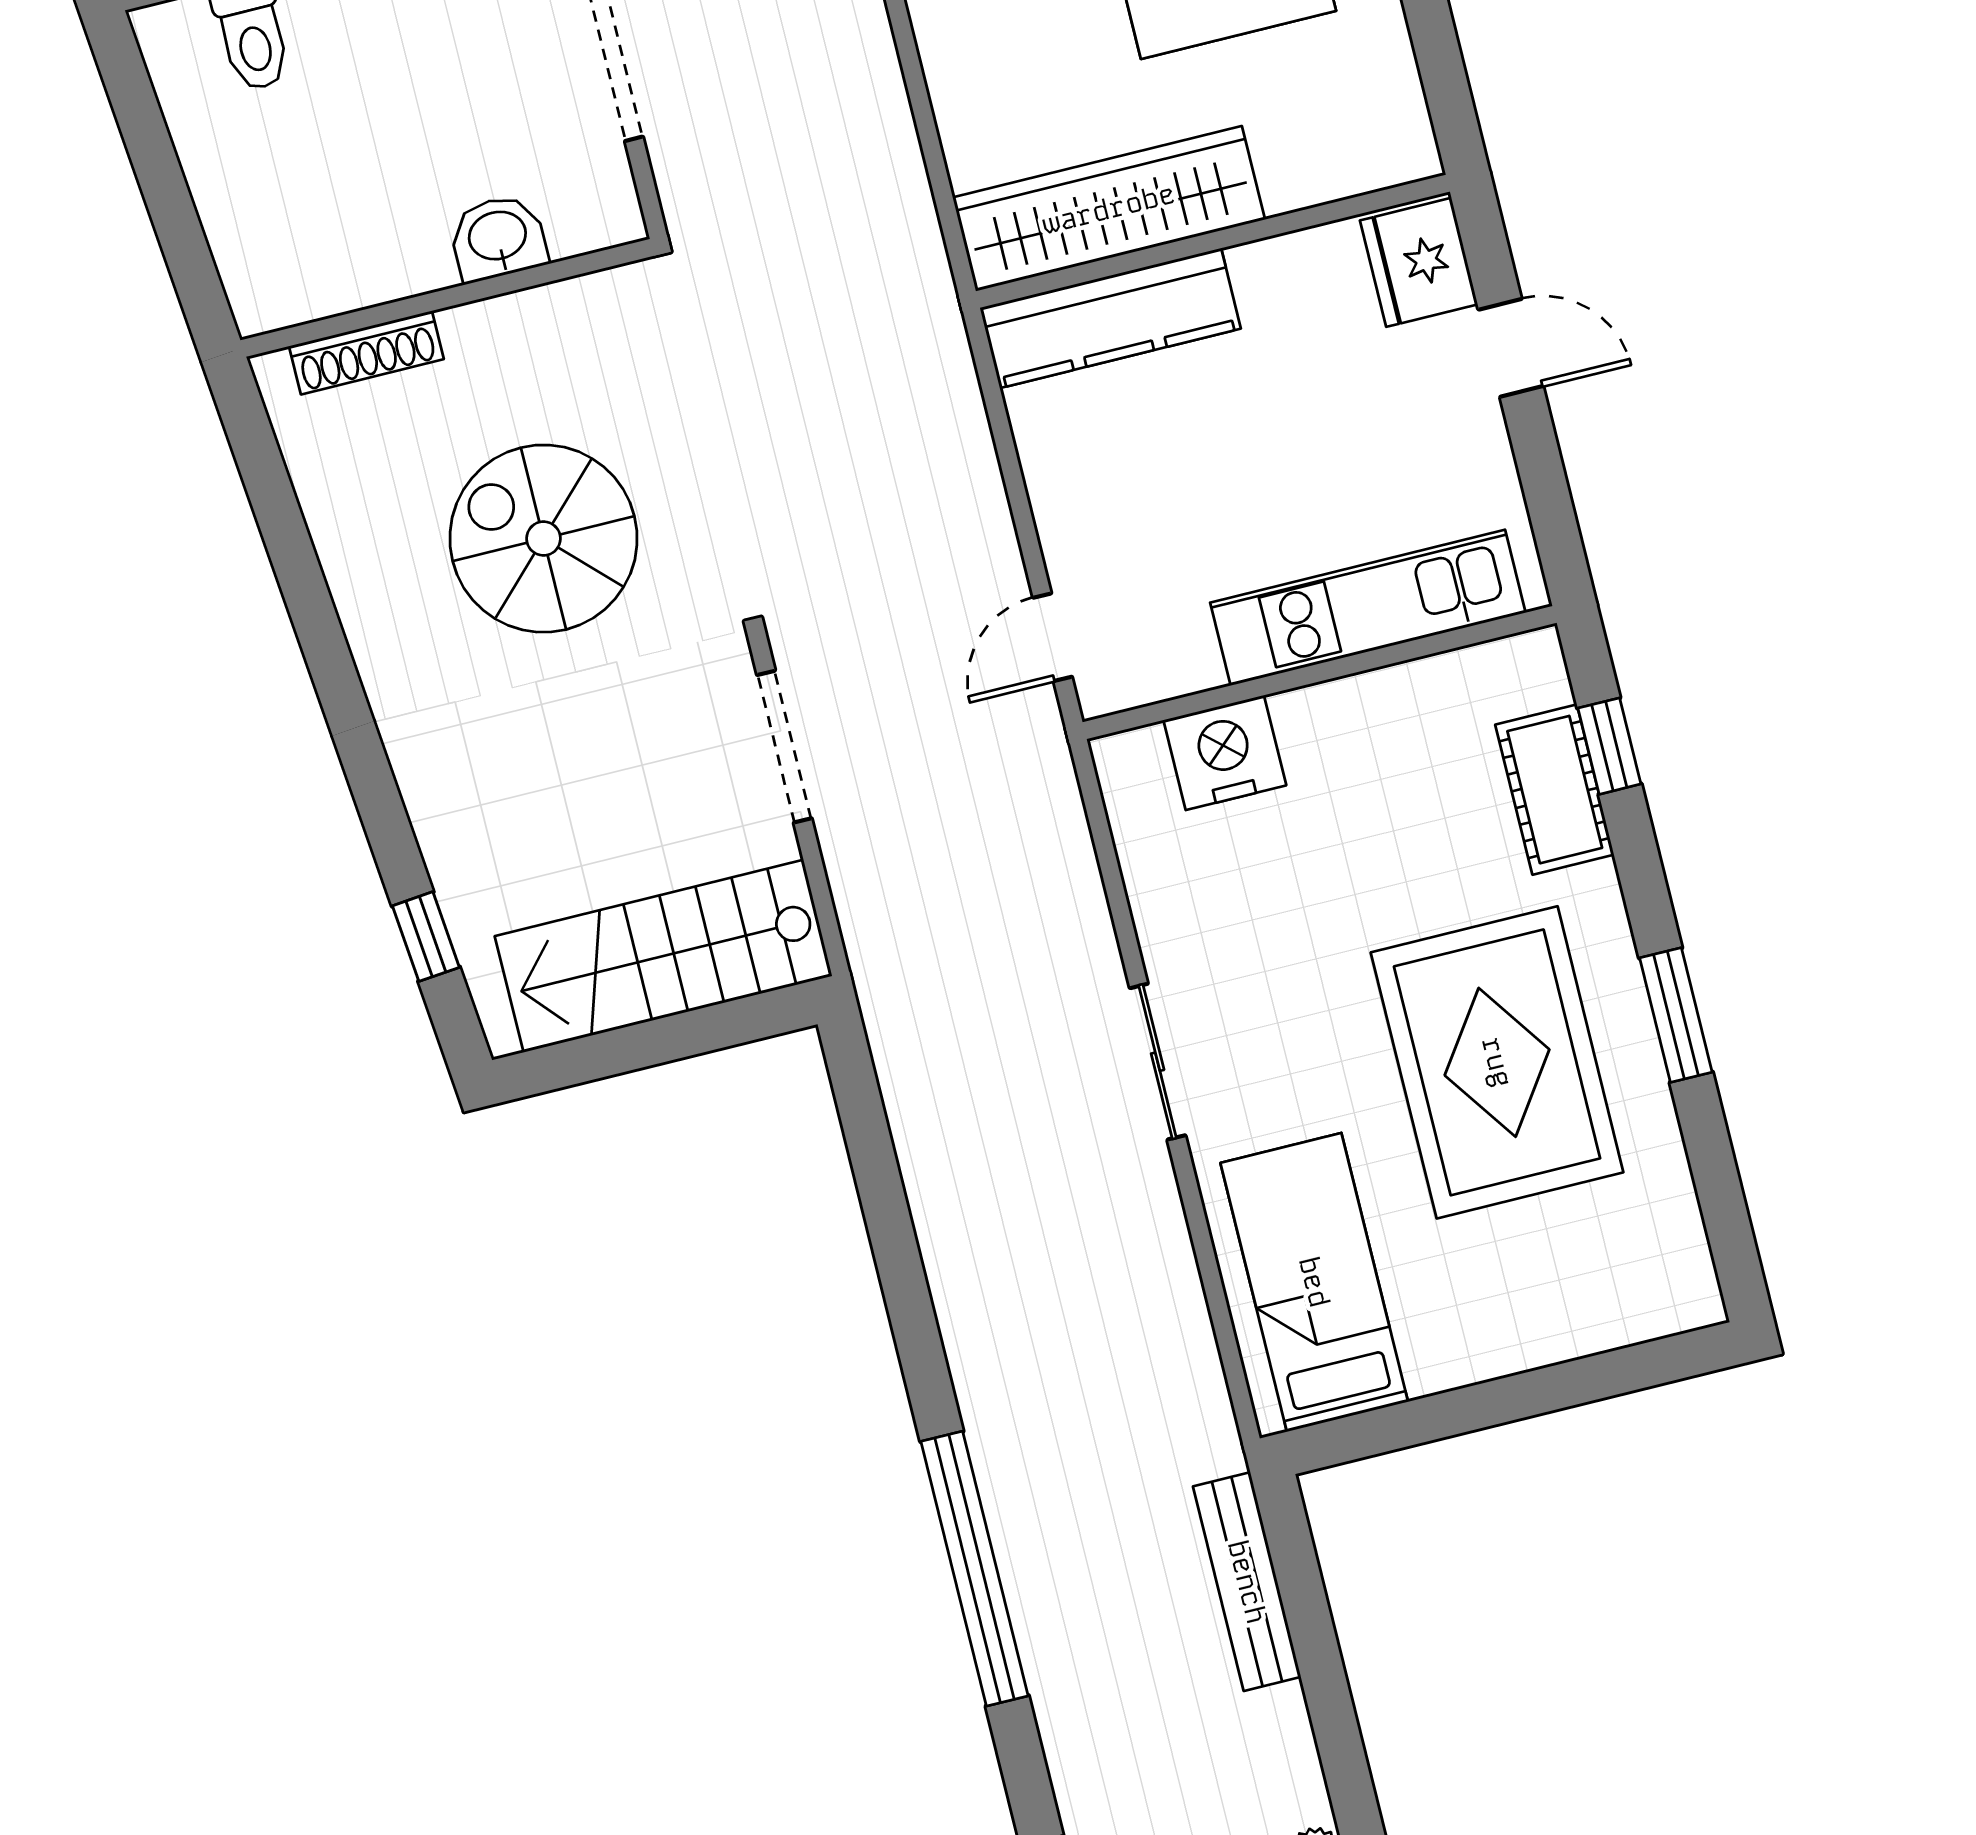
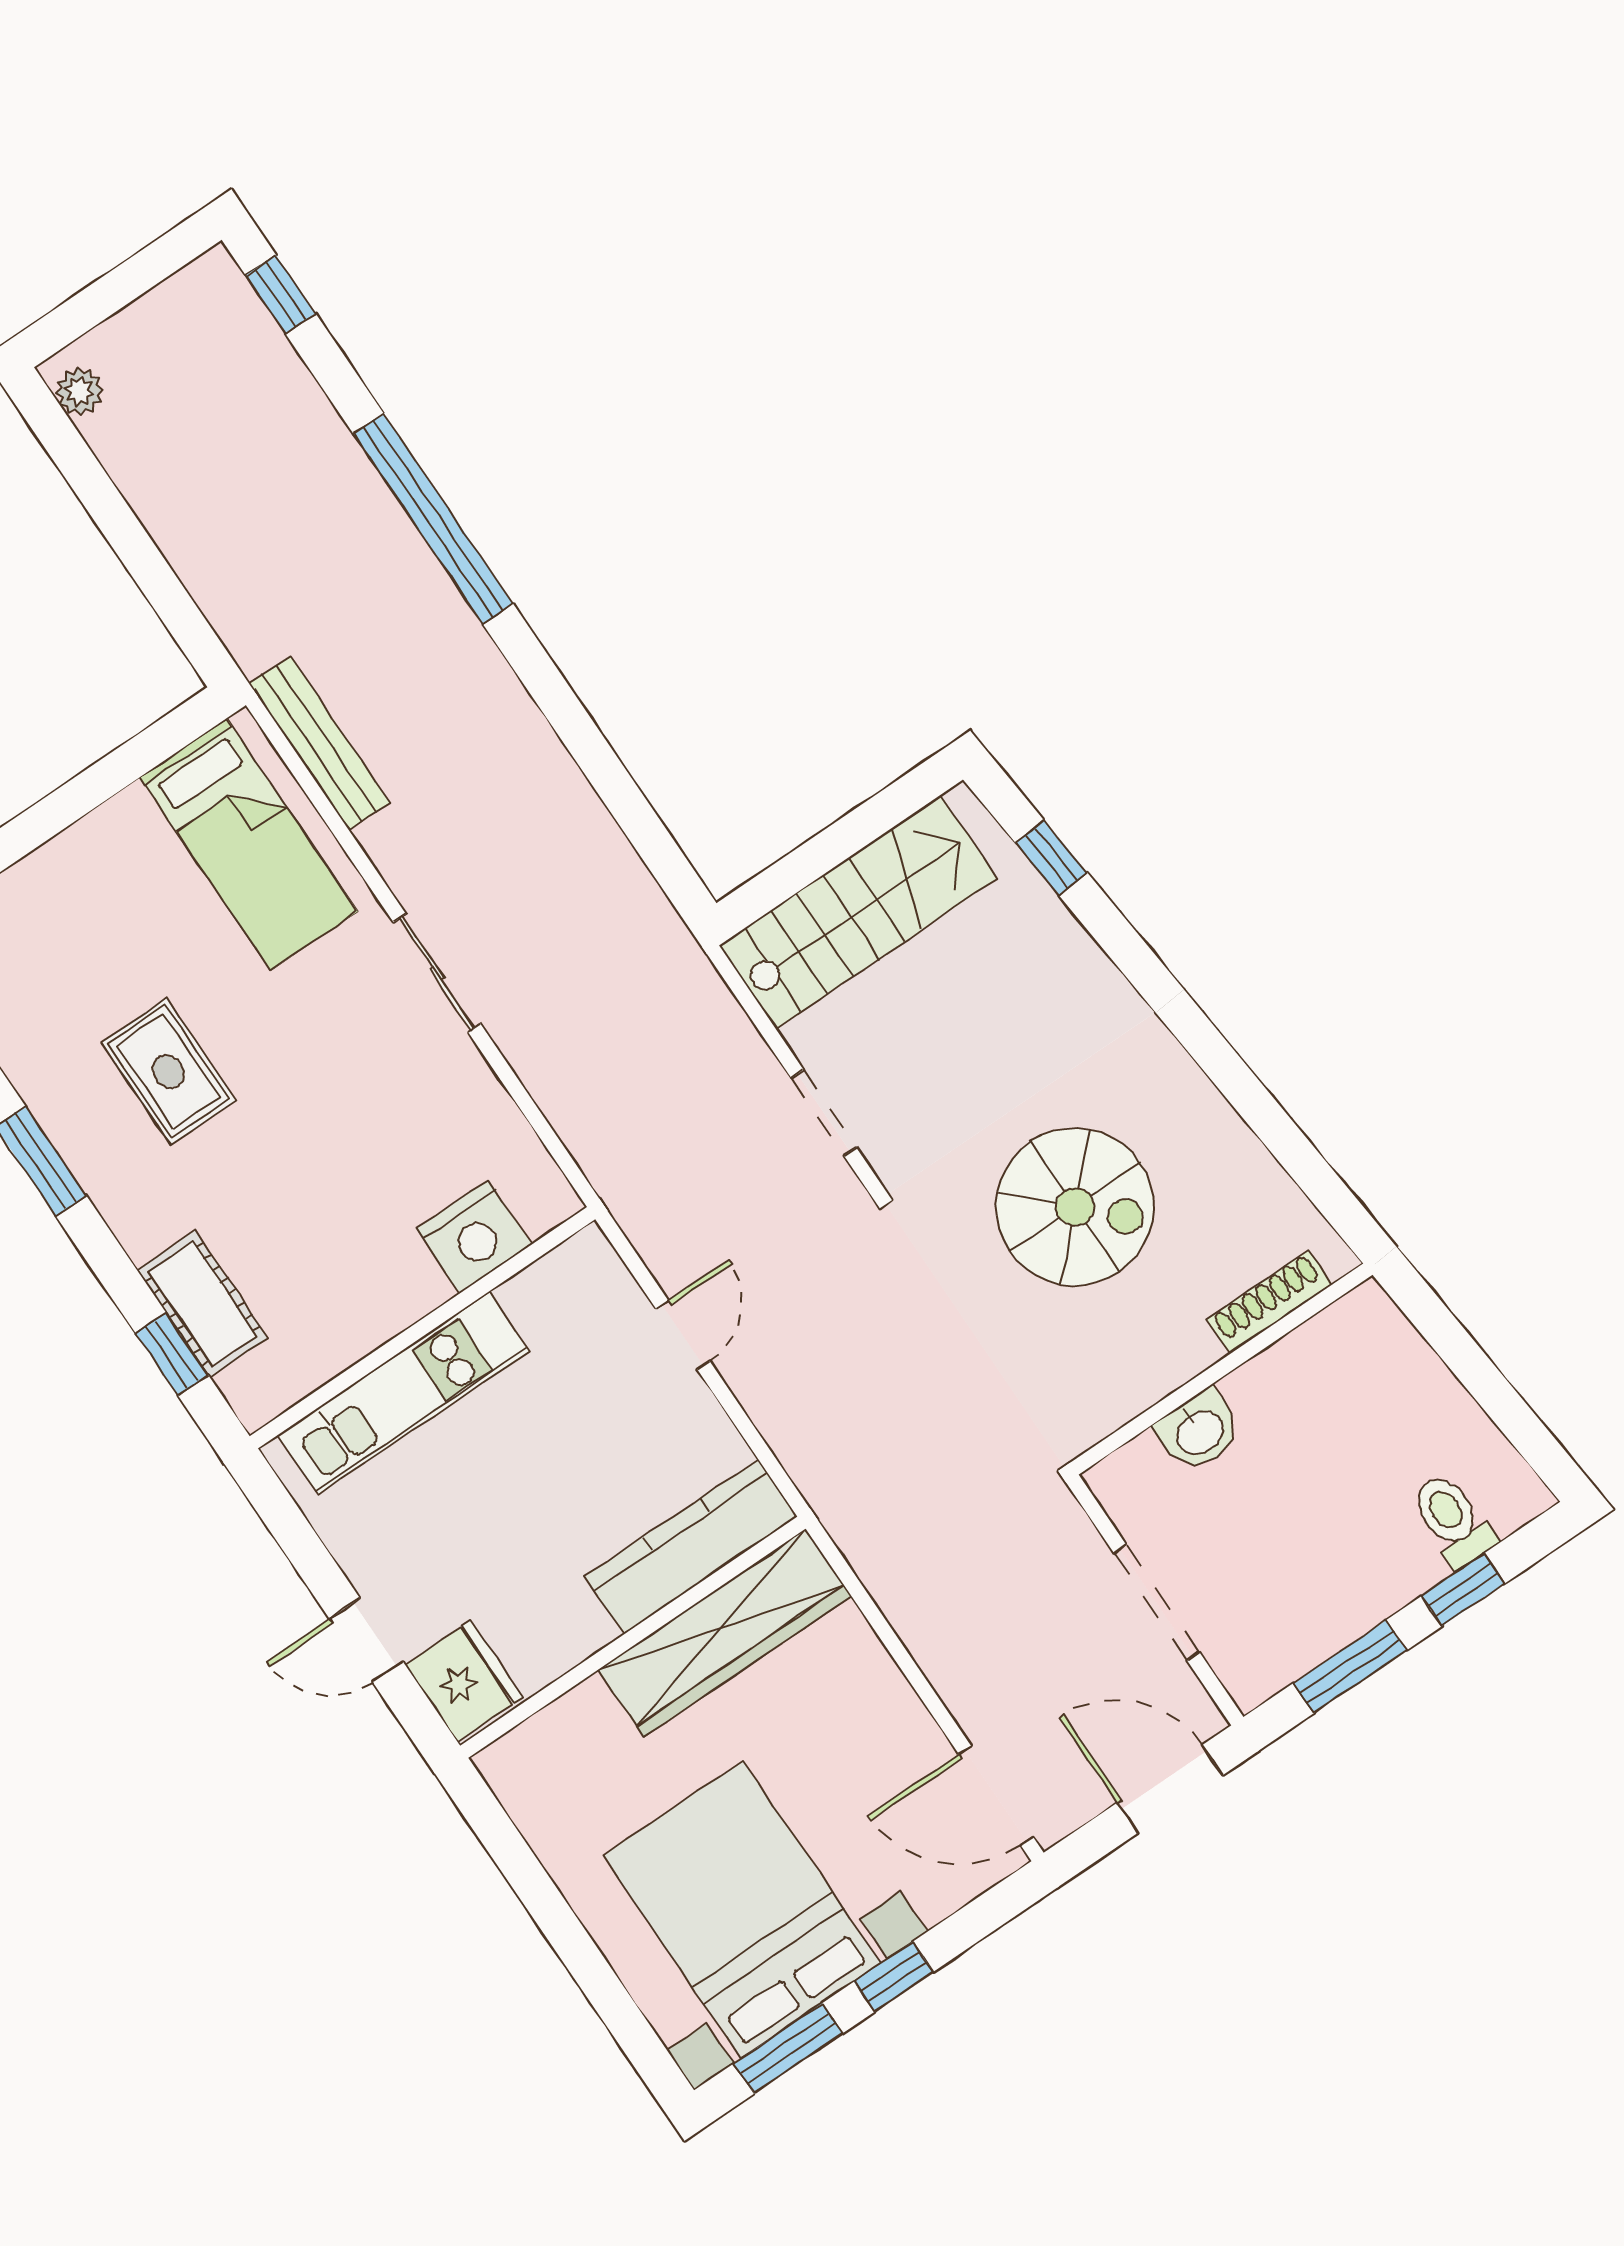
door: (1053, 637) -> (683, 1335), moved
doorway: (784, 747) -> (824, 1113), width x0.73
rug: (1497, 1062) -> (168, 1072), width x0.54, depth x0.49
bench: (1247, 1582) -> (319, 743), moved

